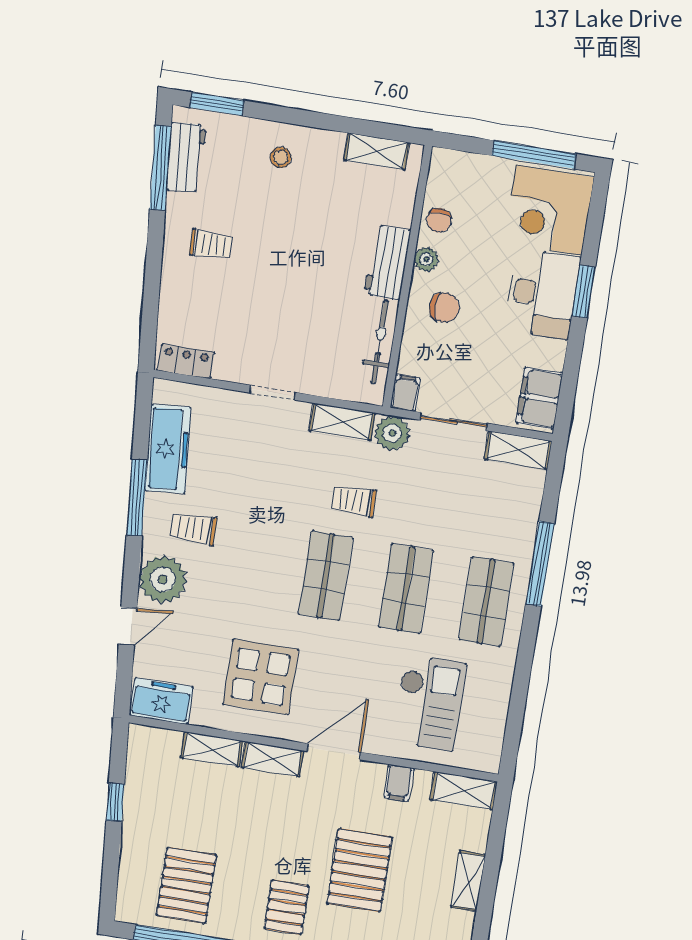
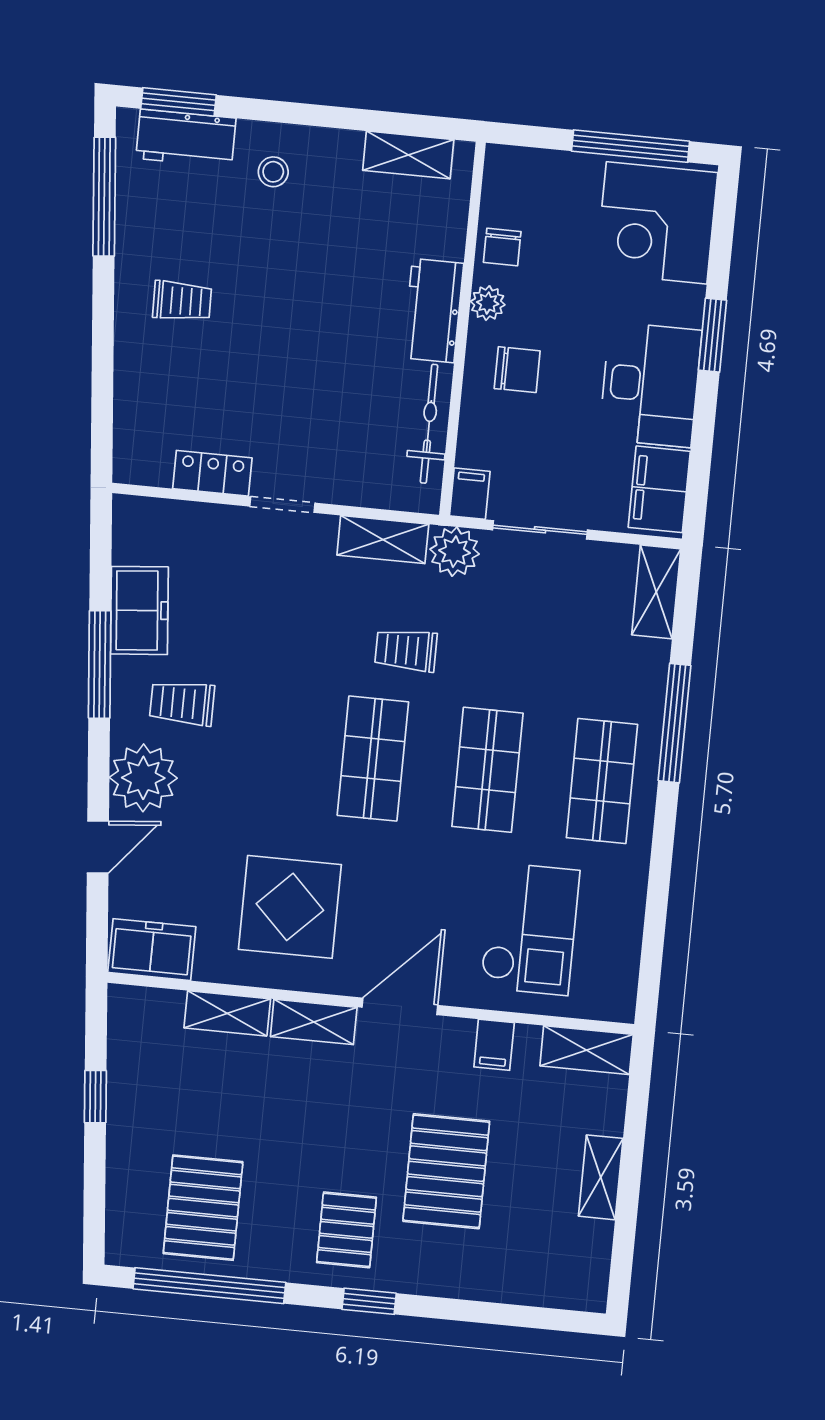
workbench: (186, 157) -> (186, 138), moved, turned 95
desk: (542, 294) -> (650, 385), moved
locker: (186, 361) -> (212, 473), moved
freezer: (168, 449) -> (139, 610), width x0.71
shelving: (518, 450) -> (656, 592), moved, turned 90

